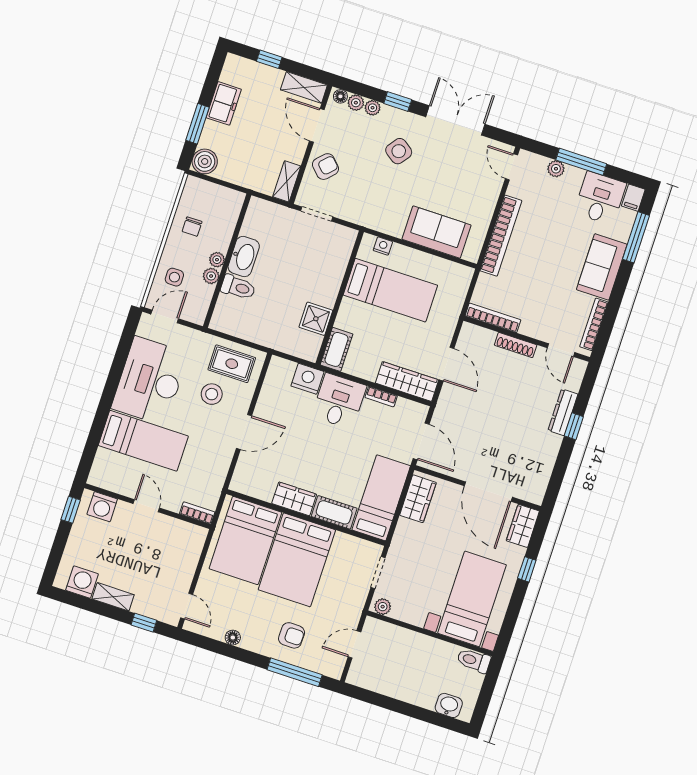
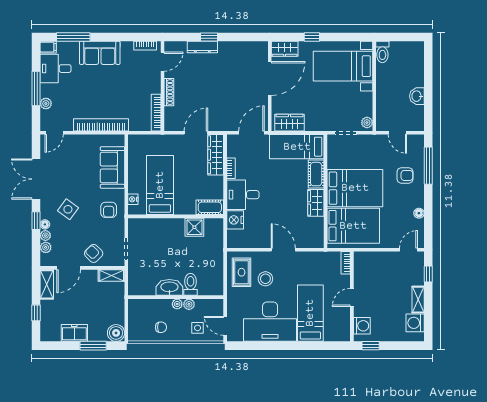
floor lamp: (340, 96) -> (45, 224), moved
armchair: (379, 207) -> (109, 210), added
bookcase: (594, 324) -> (145, 46), width x0.64
armchair: (292, 635) -> (405, 175), turned 89
washbasin: (449, 705) -> (417, 96), moved

